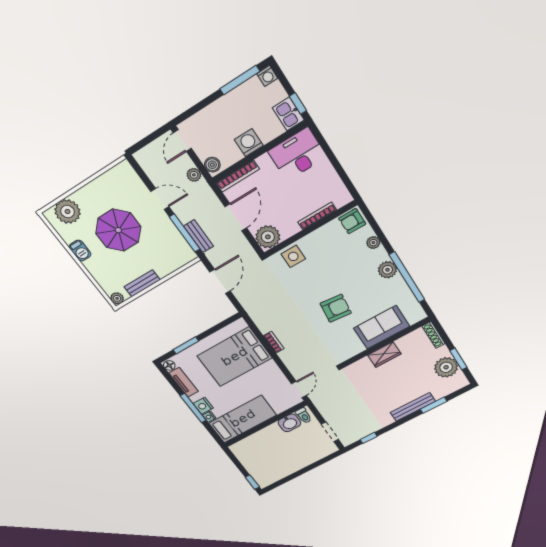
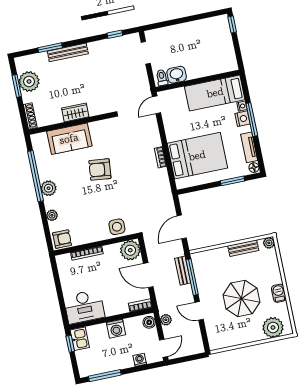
washing machine: (267, 76) -> (140, 360), moved
bookcase: (238, 176) -> (140, 305), width x0.64
door: (236, 217) -> (148, 275), hinge flipped

